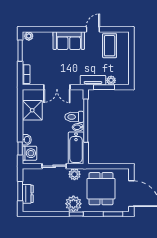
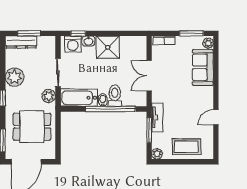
door: (93, 29) -> (216, 117), swing flipped
sofa: (69, 41) -> (203, 67), moved
coffee table: (110, 46) -> (186, 147), moved
plant: (111, 80) -> (157, 154), moved
shower: (32, 110) -> (108, 47), moved
dresser: (28, 194) -> (21, 42), width x1.44
plant: (73, 204) -> (15, 77), moved

